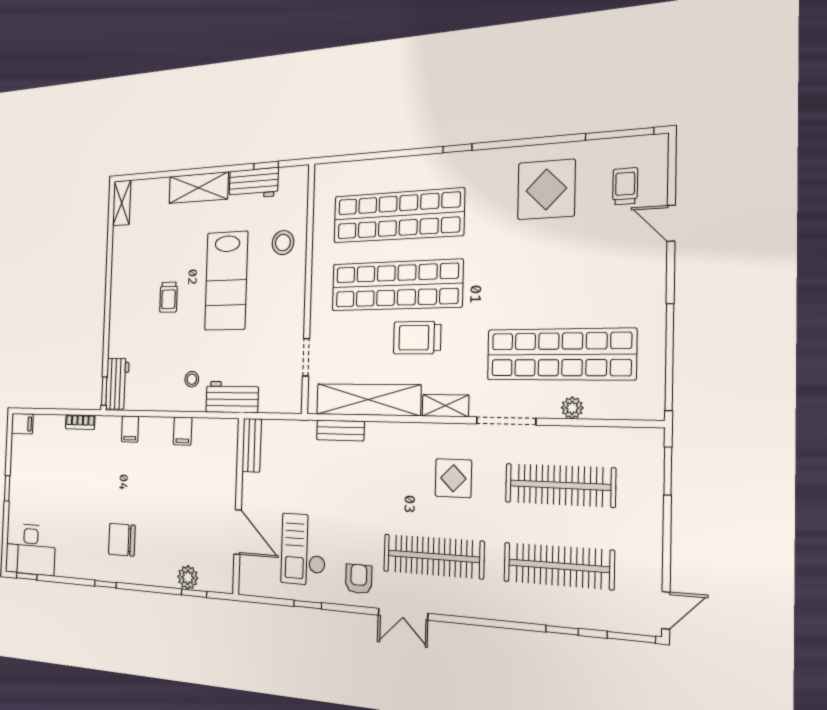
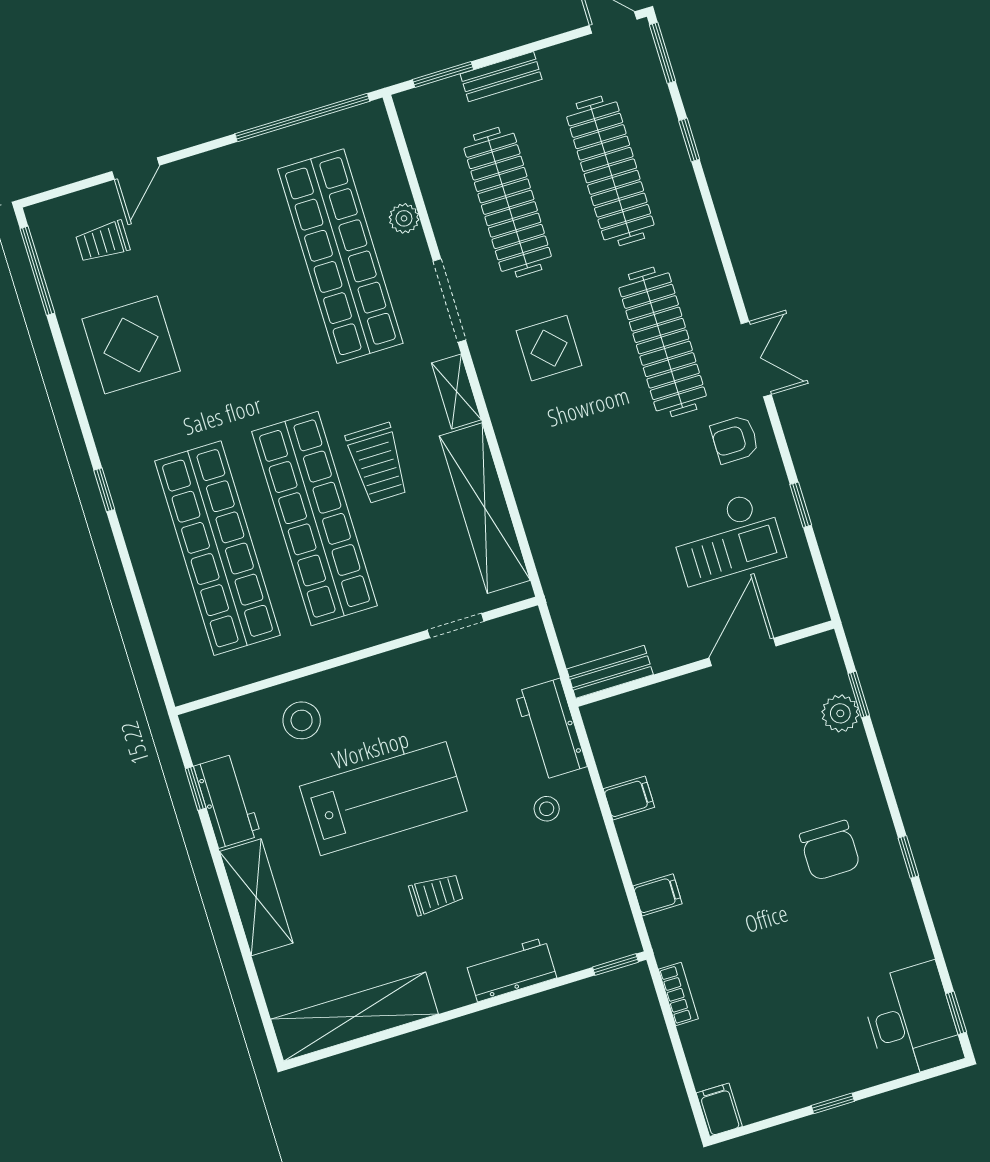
shelving: (122, 203) -> (355, 1017), width x2.20, depth x1.33
workbench: (117, 384) -> (511, 970), moved
bench: (340, 431) -> (501, 77), moved, turned 90

